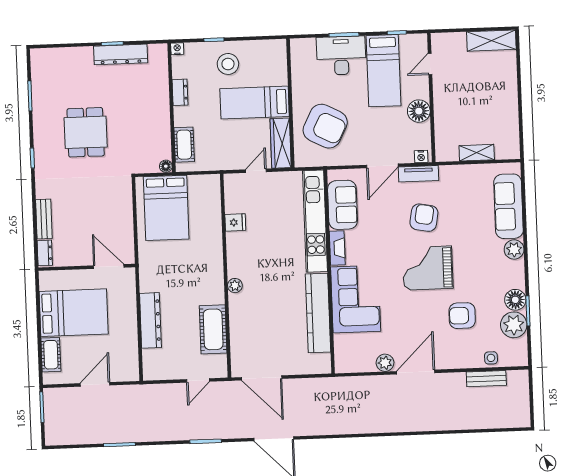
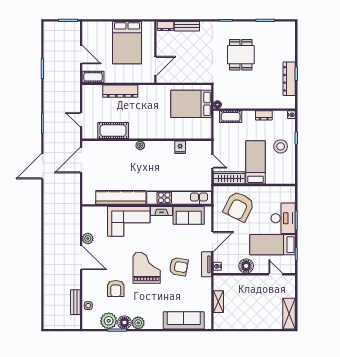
dining table: (86, 132) -> (241, 55), turned 90
door: (382, 166) -> (212, 242), swing flipped
plant: (514, 249) -> (138, 323), moved
armchair: (462, 316) -> (116, 288), turned 180
cot: (51, 355) -> (93, 77), moved

